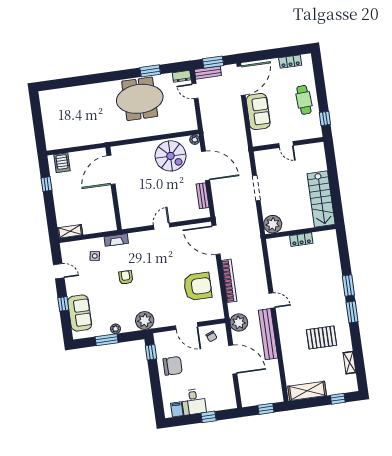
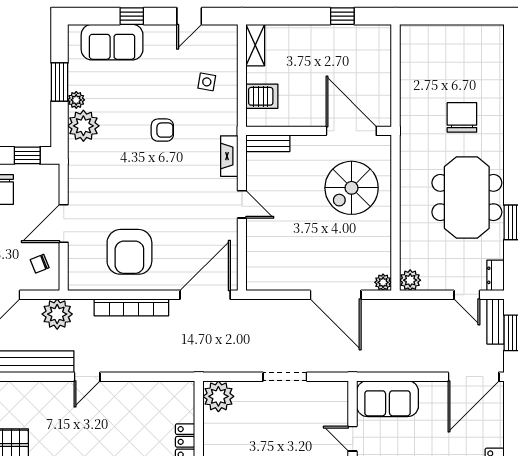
door: (241, 81) -> (474, 377), hinge flipped
door: (195, 91) -> (467, 295), swing flipped
chair: (95, 108) -> (462, 117), added
sofa: (258, 112) -> (388, 399), moved
plant: (191, 124) -> (410, 280), added
door: (286, 145) -> (353, 439), hinge flipped
spiral stairs: (171, 156) -> (352, 188), moved
server rack: (62, 163) -> (262, 96), moved, turned 180
door: (206, 166) -> (336, 295), hinge flipped
bench: (203, 196) -> (268, 143), moved
fireplace: (116, 240) -> (229, 156), moved
plant: (145, 320) -> (83, 126), moved

